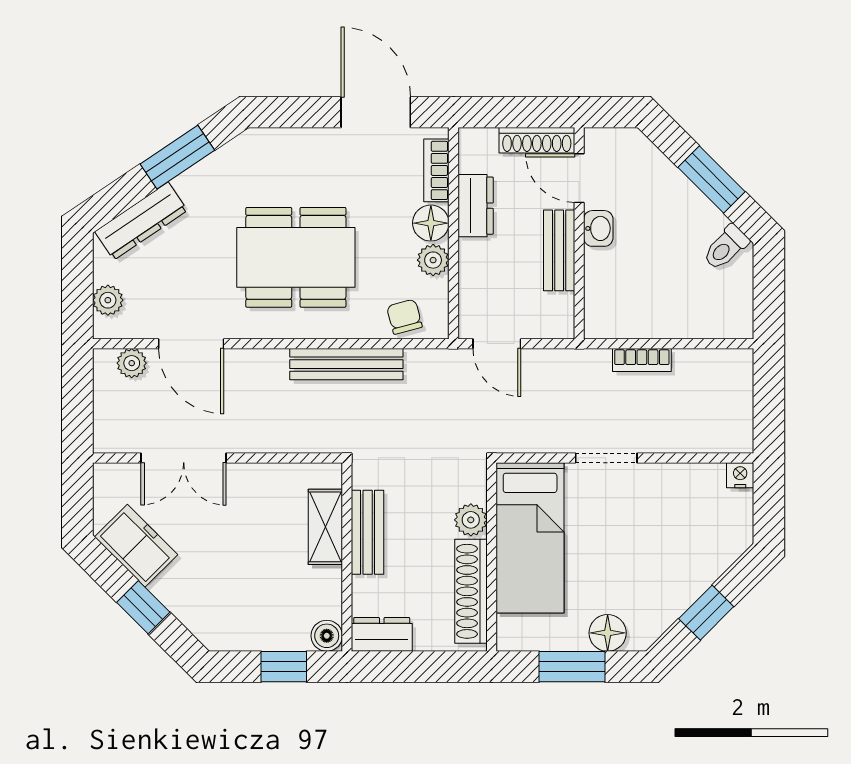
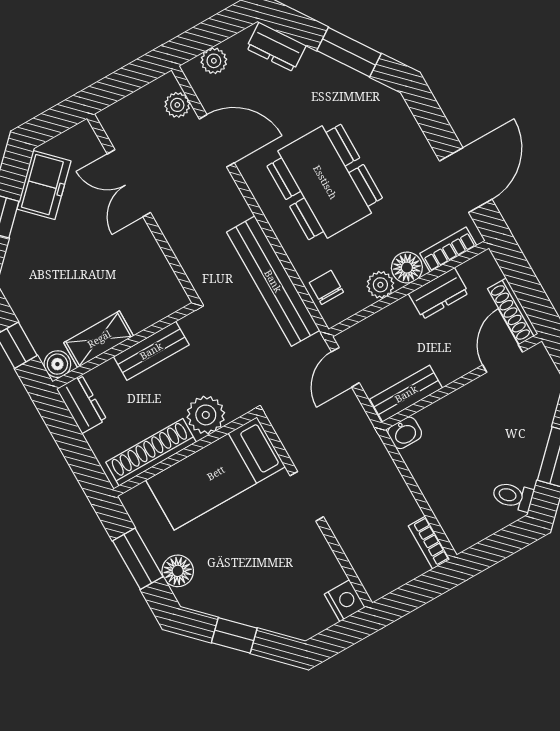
dresser: (141, 221) -> (276, 47), width x0.70
washbasin: (598, 228) -> (405, 433), moved
bench: (559, 250) -> (406, 394), moved
chair: (404, 317) -> (326, 287), turned -75
door: (191, 344) -> (217, 141), swing flipped
bookcase: (642, 360) -> (429, 543), moved
bench: (346, 364) -> (273, 281), width x1.37, depth x1.21
nightstand: (740, 475) -> (345, 601), width x1.39, depth x1.35
plant: (471, 520) -> (206, 415), width x1.38, depth x1.38
shelving: (325, 527) -> (99, 339), moved

